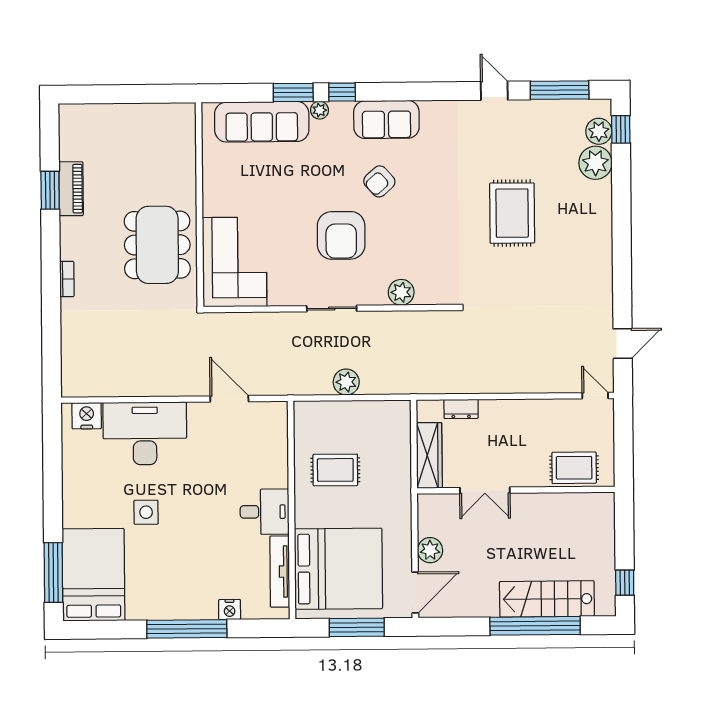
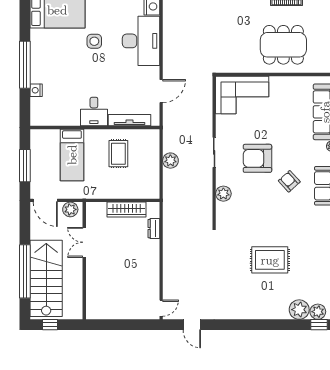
dining table: (157, 245) -> (283, 45), moved
rug: (574, 468) -> (118, 295), removed
double door: (485, 490) -> (84, 242), moved
wall: (516, 490) -> (84, 261), moved
bed: (338, 569) -> (72, 155), width x0.49
tv unit: (280, 572) -> (130, 120), moved
stairs: (547, 599) -> (46, 278), width x1.36, depth x1.51

